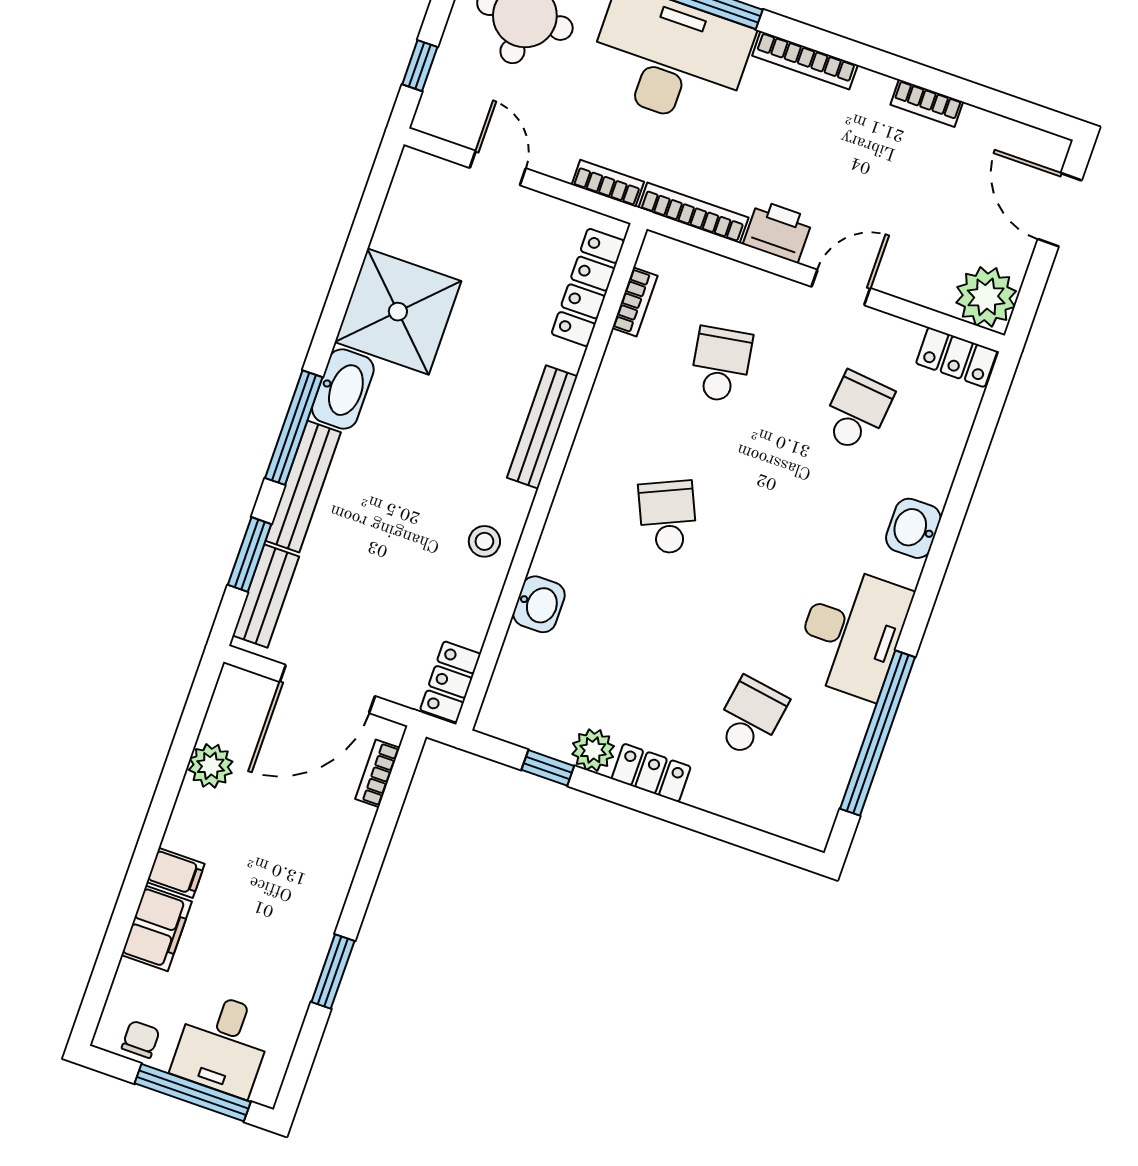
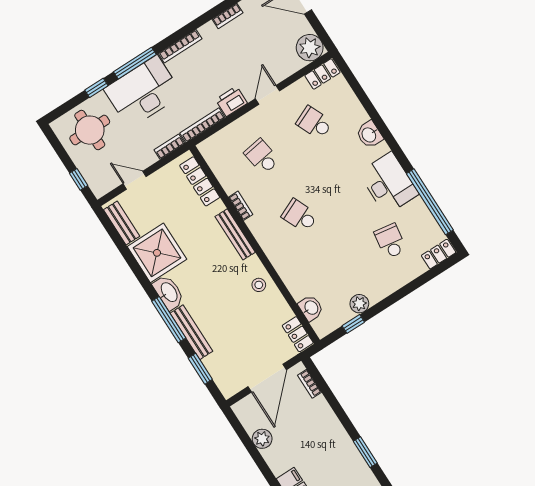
bookcase: (635, 302) -> (241, 206), moved
school desk: (857, 412) -> (314, 123), turned -30
bench: (266, 596) -> (122, 223), moved
washbasin: (539, 604) -> (311, 308), moved
locker: (651, 773) -> (439, 254), moved

